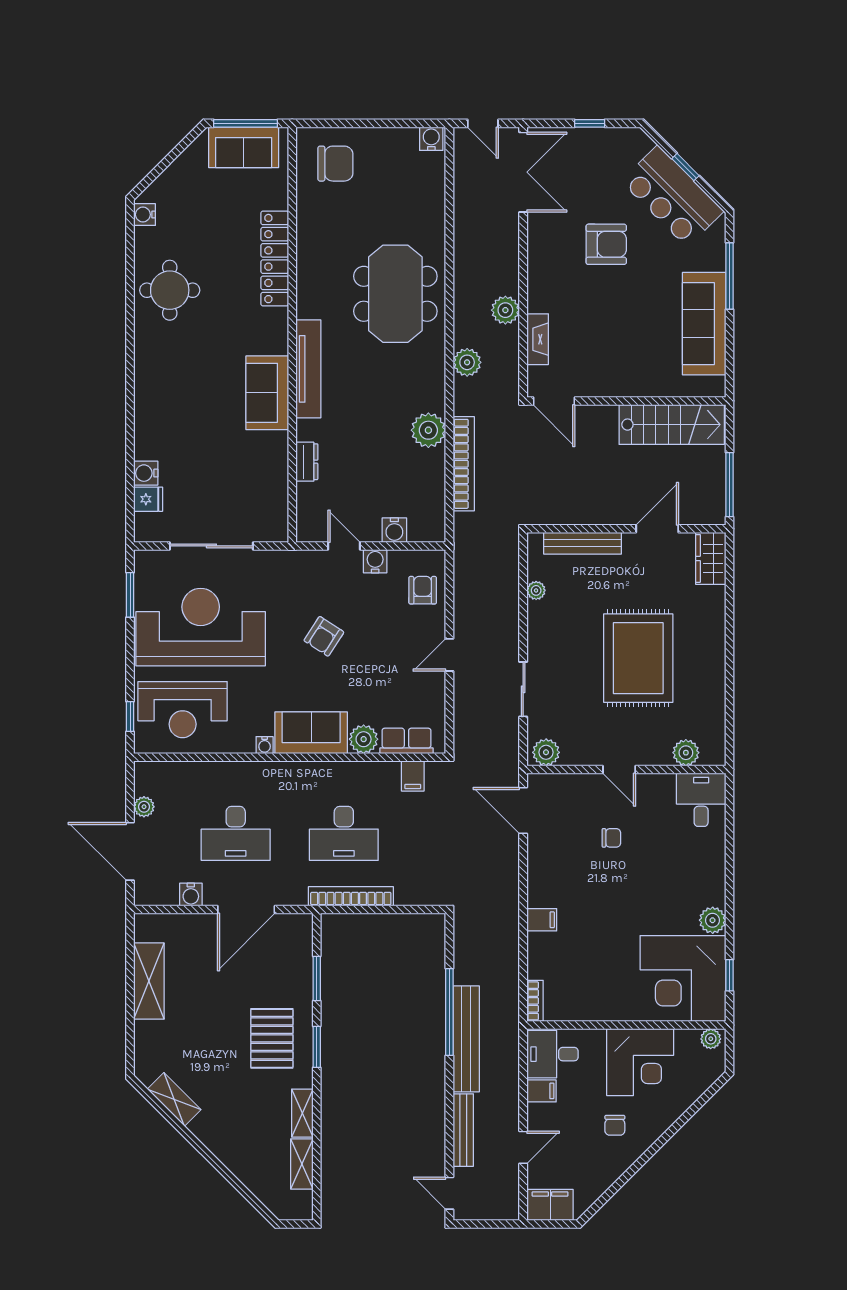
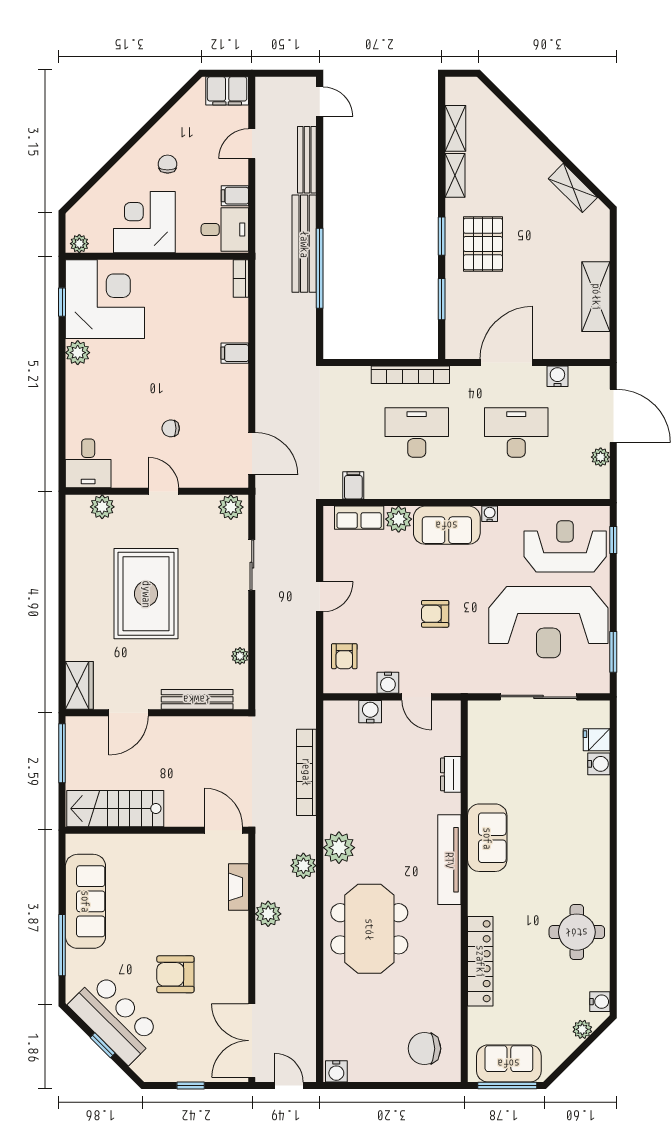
plant: (164, 184) -> (582, 1029), added
plant: (428, 430) -> (339, 848), moved
armchair: (324, 636) -> (435, 614), turned -123

